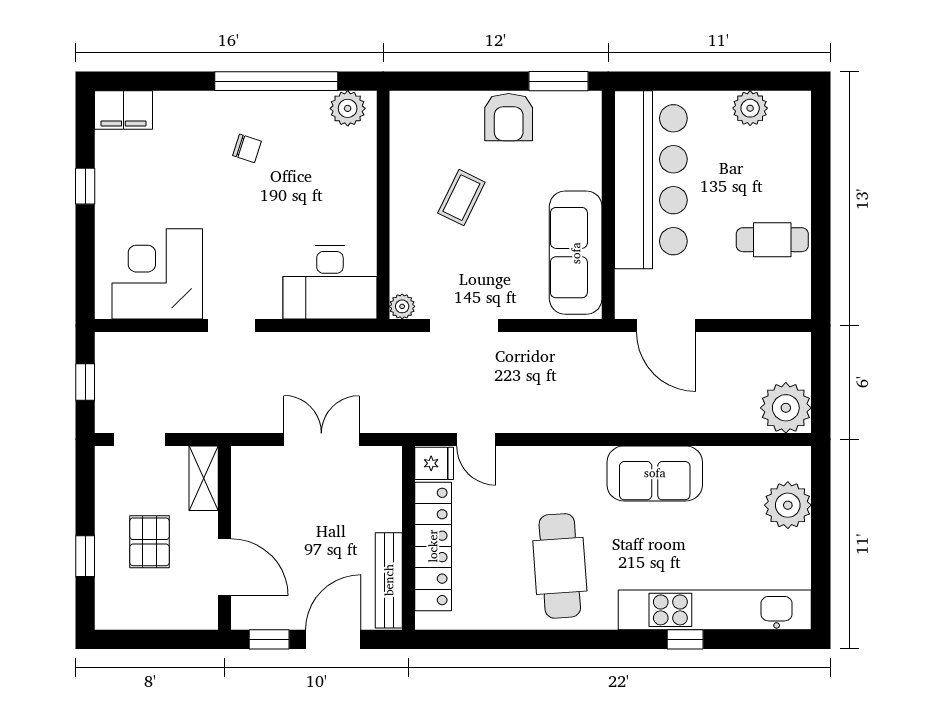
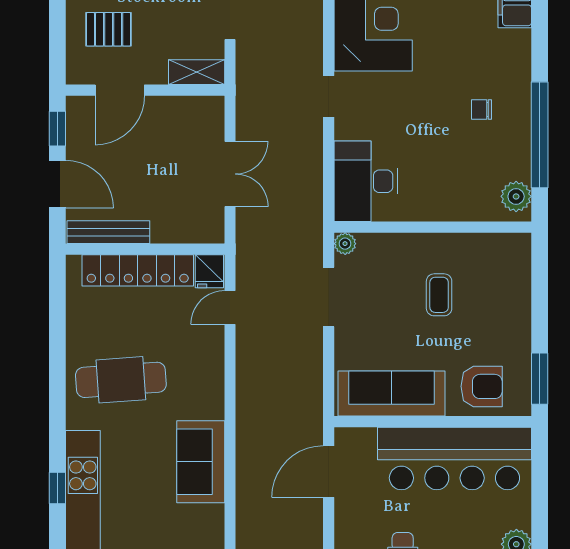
armchair: (509, 117) -> (482, 386), moved, turned 180
chair: (247, 148) -> (482, 110), turned 72
coffee table: (461, 198) -> (439, 295), turned 64
pallet: (149, 542) -> (109, 29), moved

